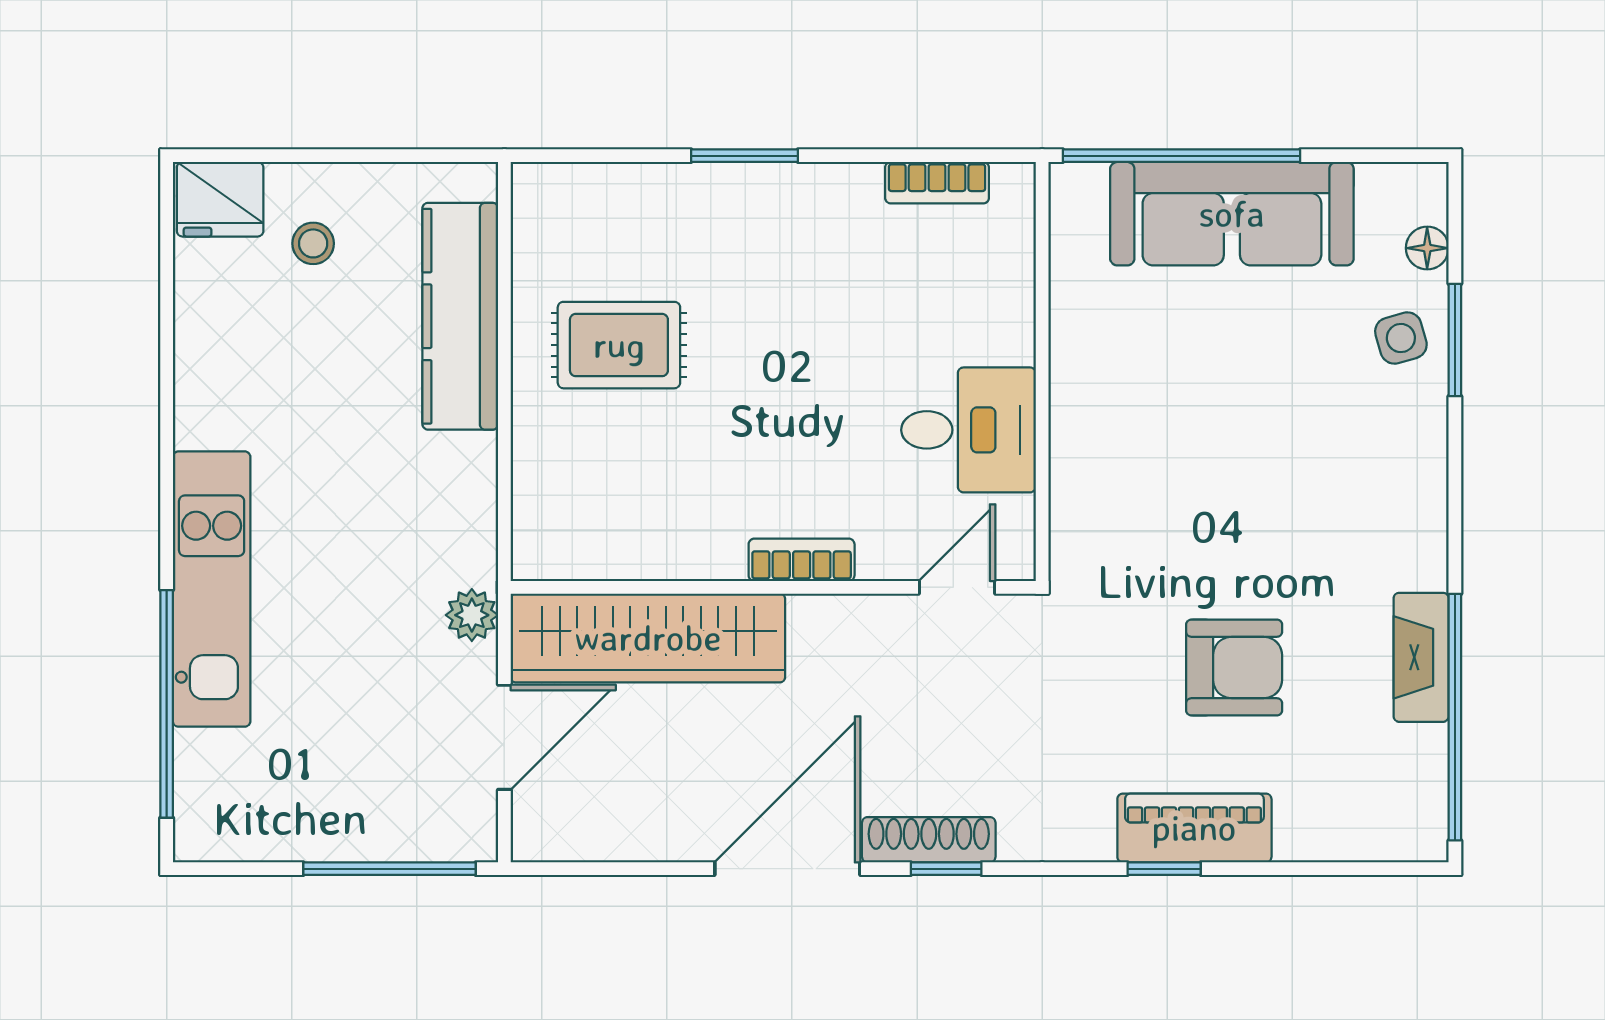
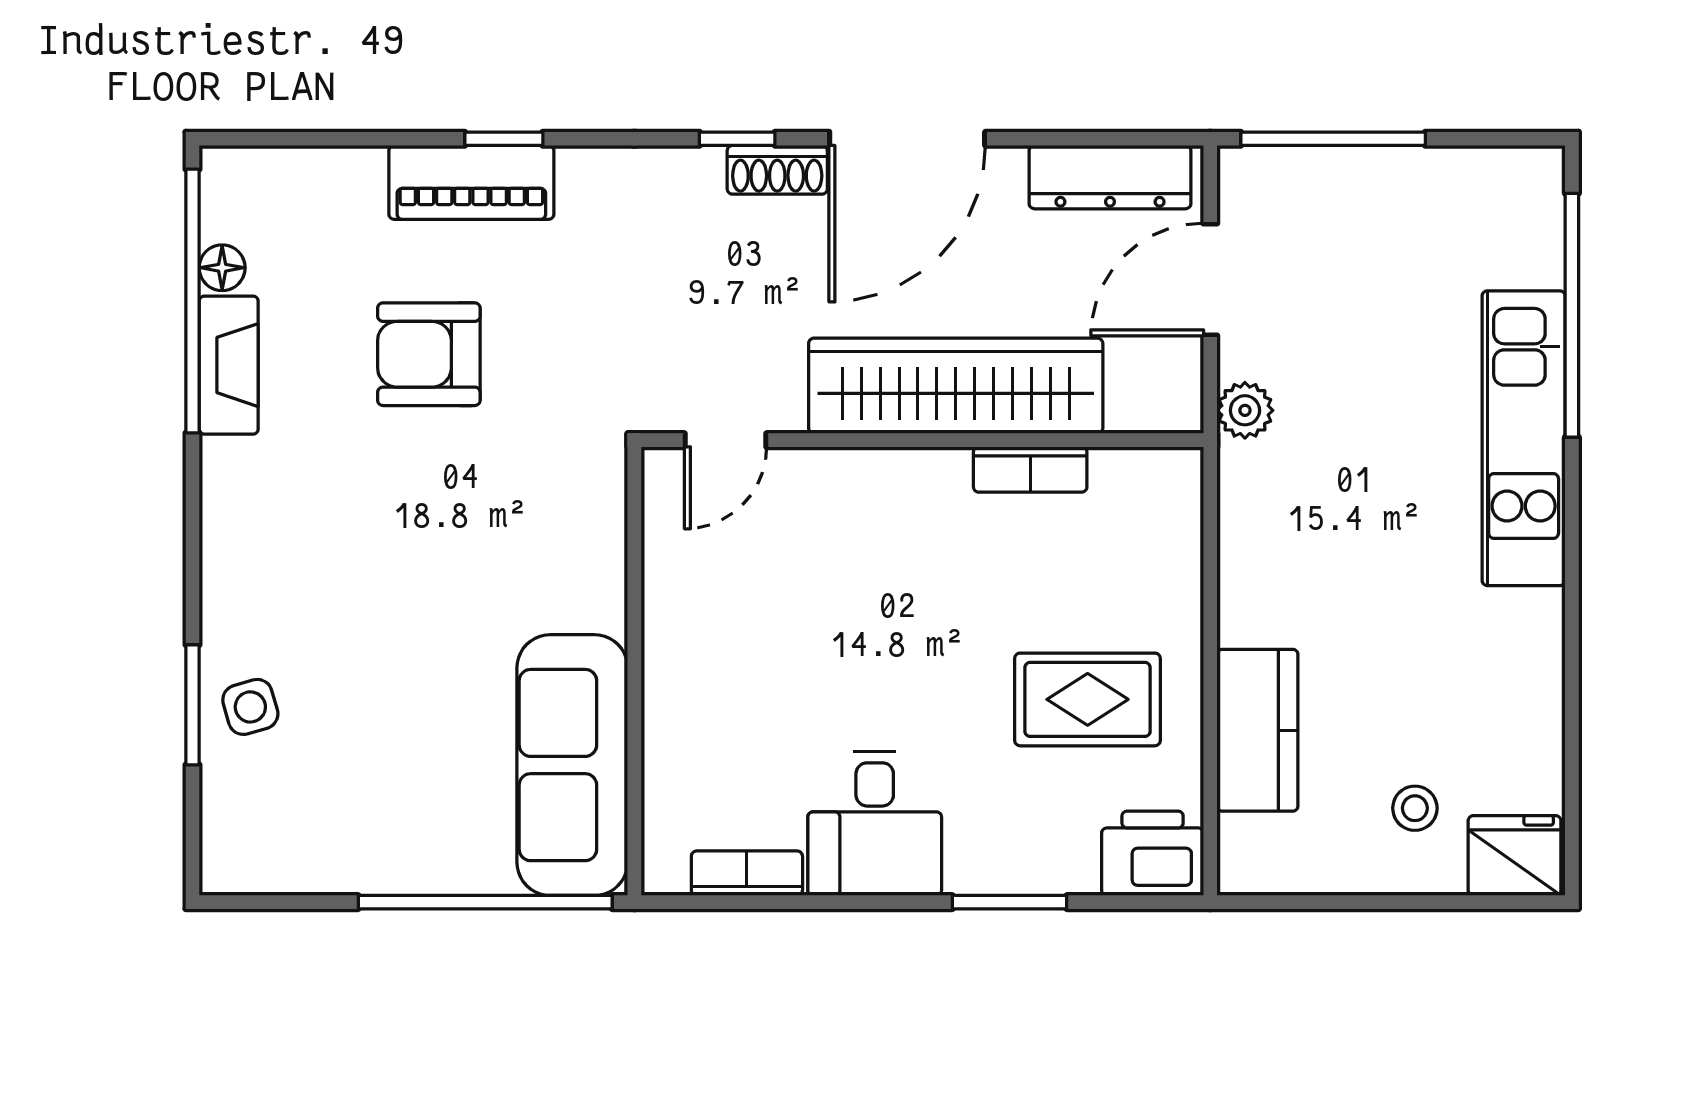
window: (745, 156) -> (1010, 902), moved
printer: (558, 201) -> (1153, 853), added
sofa: (1232, 214) -> (572, 765), moved, turned -90
floor lamp: (1427, 248) -> (222, 268), moved
kitchen counter: (460, 316) -> (1257, 730), width x0.67
desk: (969, 430) -> (875, 823), moved, turned -90
bookcase: (802, 560) -> (1030, 469), moved
wardrobe: (648, 638) -> (956, 386), moved
dresser: (598, 833) -> (1110, 177), added
shoe rack: (929, 840) -> (777, 170), width x0.70

